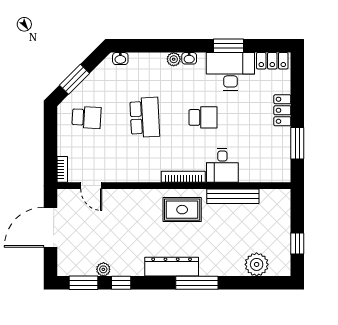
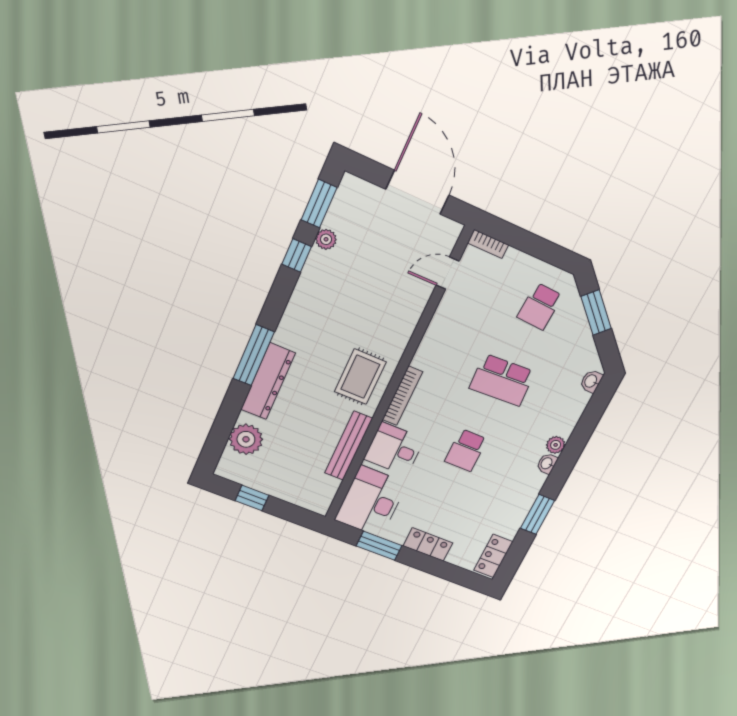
desk: (230, 71) -> (371, 502), moved, turned 180
dresser: (172, 267) -> (268, 381), moved

